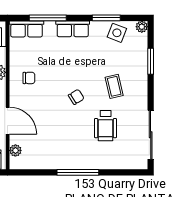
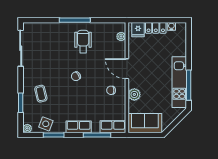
coffee table: (114, 86) -> (41, 94), moved
door: (8, 121) -> (127, 69), moved
wheelchair: (106, 126) -> (83, 42), moved

